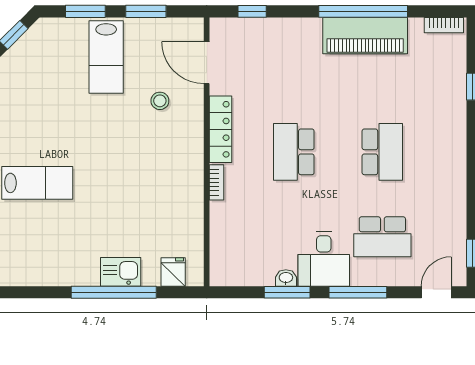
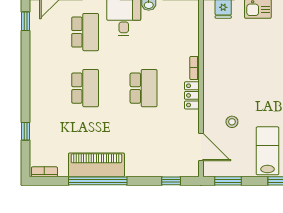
window: (146, 11) -> (228, 181), moved
locker: (221, 129) -> (192, 95), width x0.66
school desk: (382, 152) -> (85, 88), turned 180
school desk: (382, 237) -> (85, 32), turned 90

